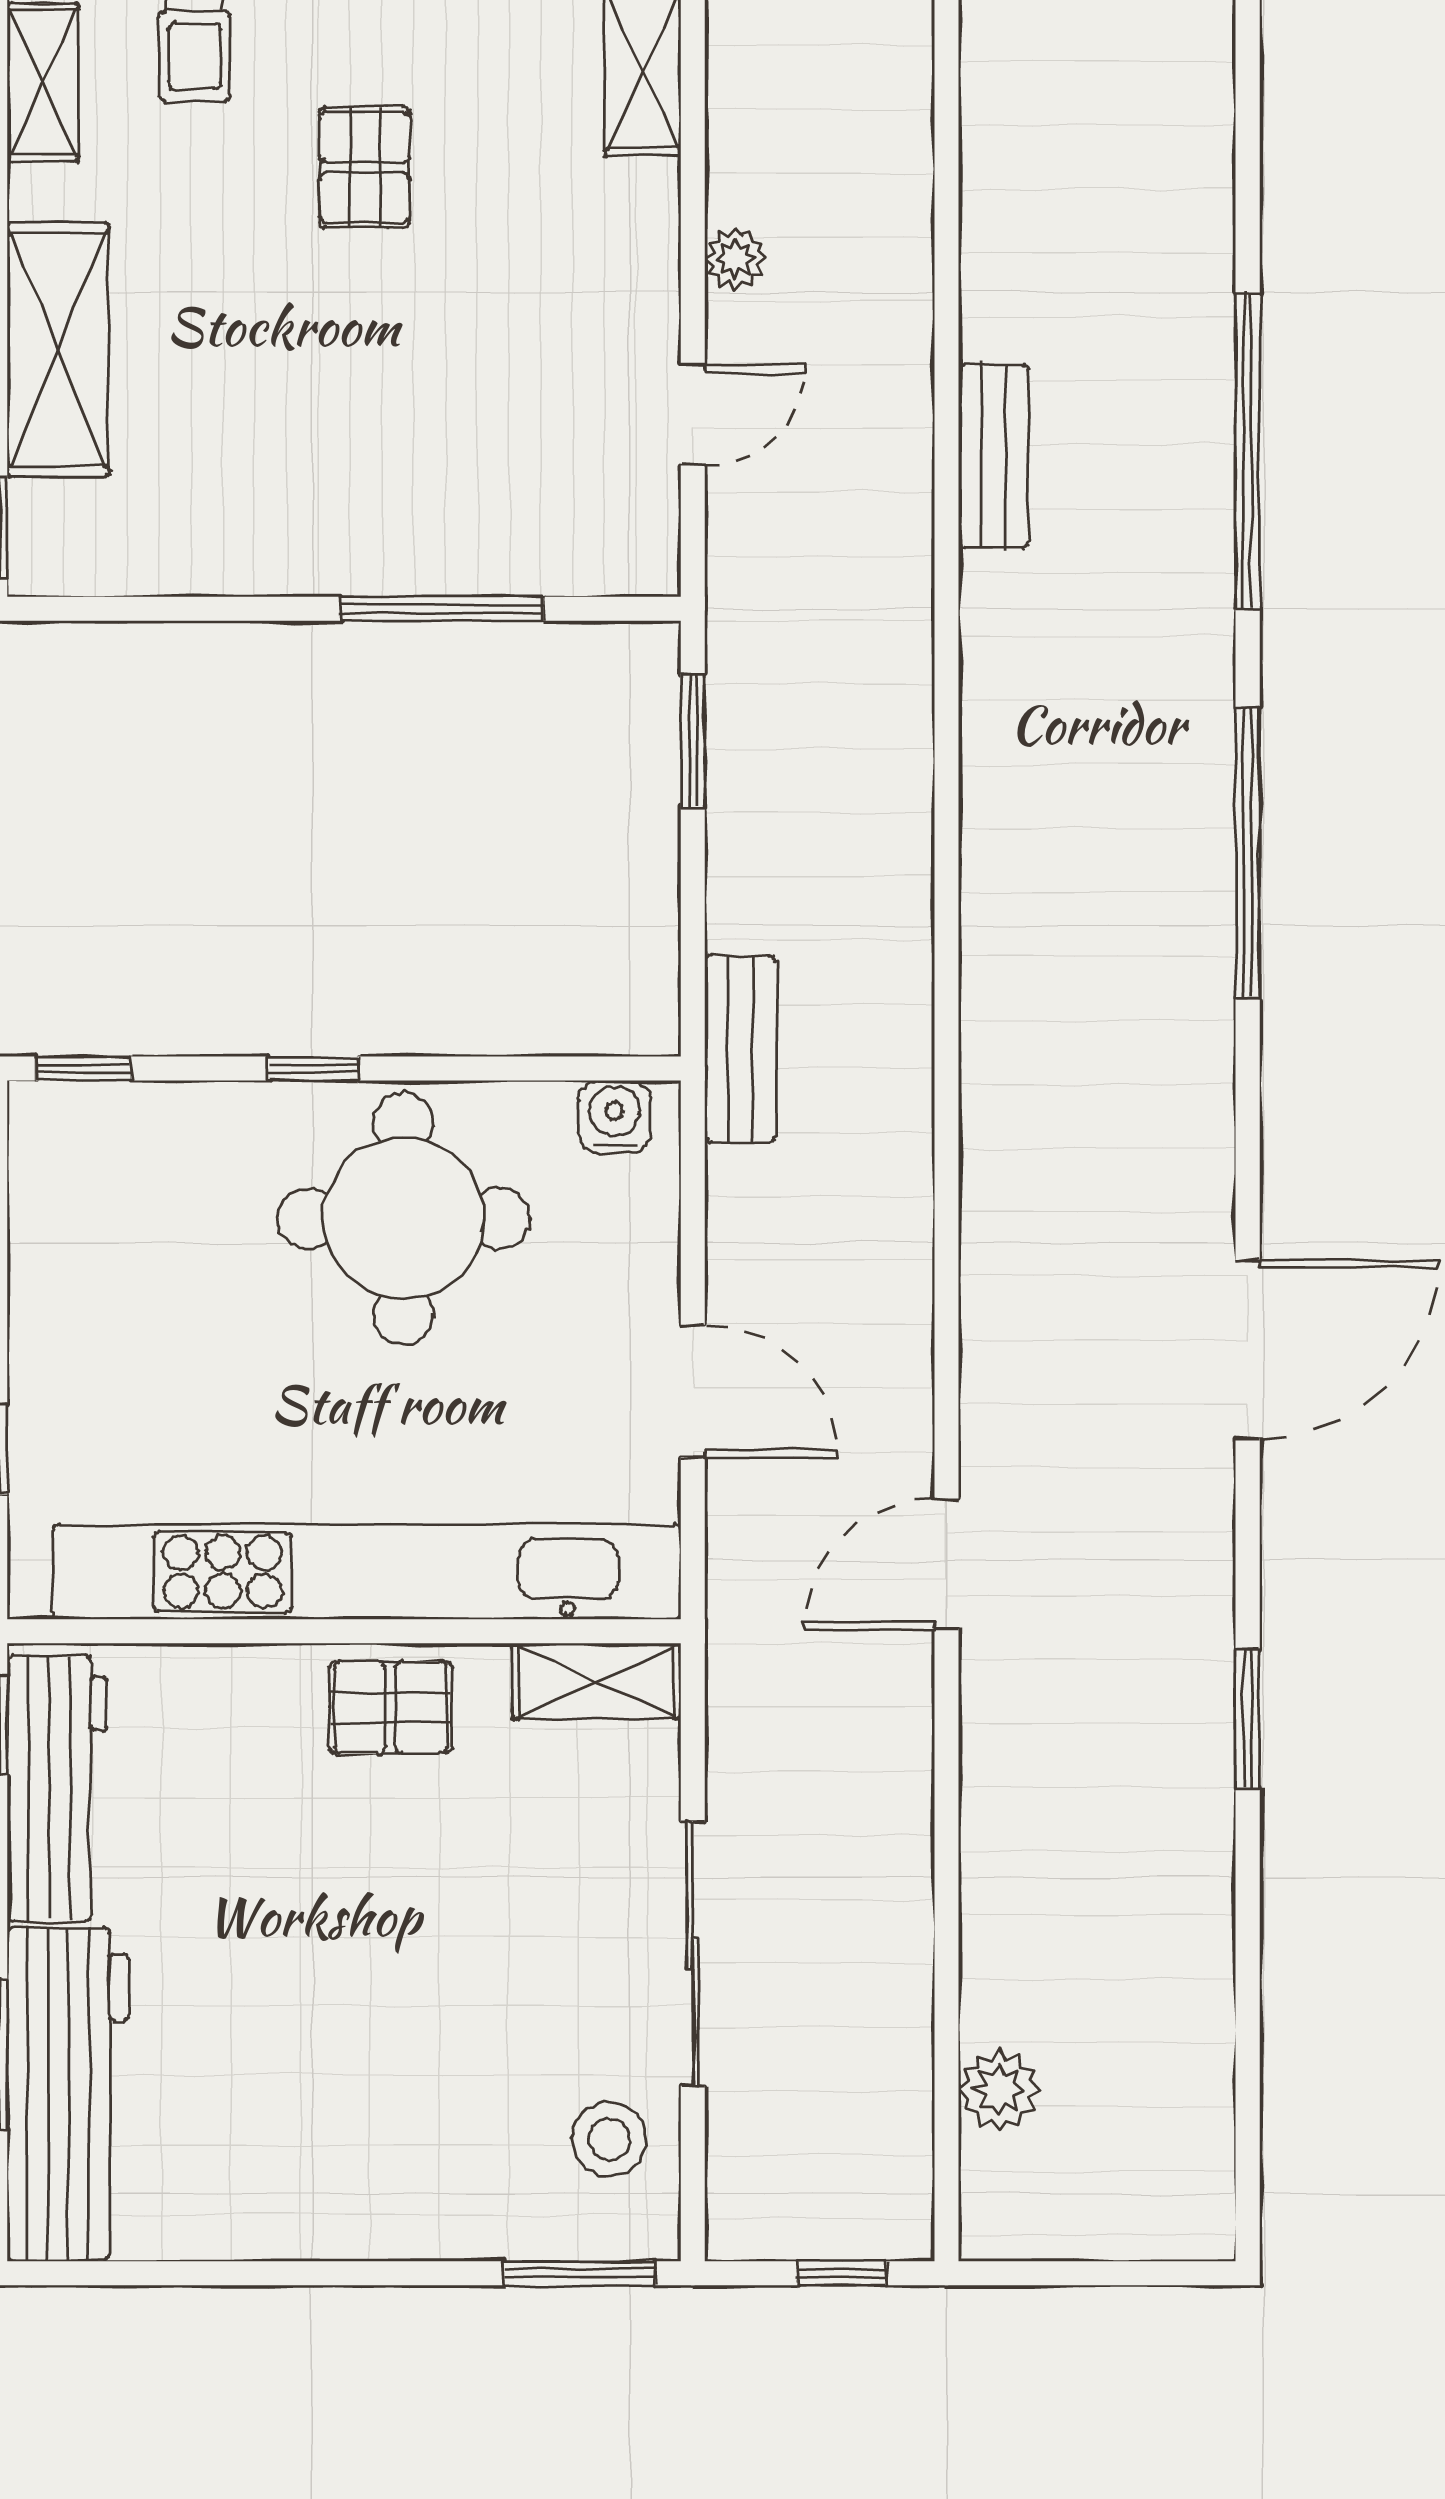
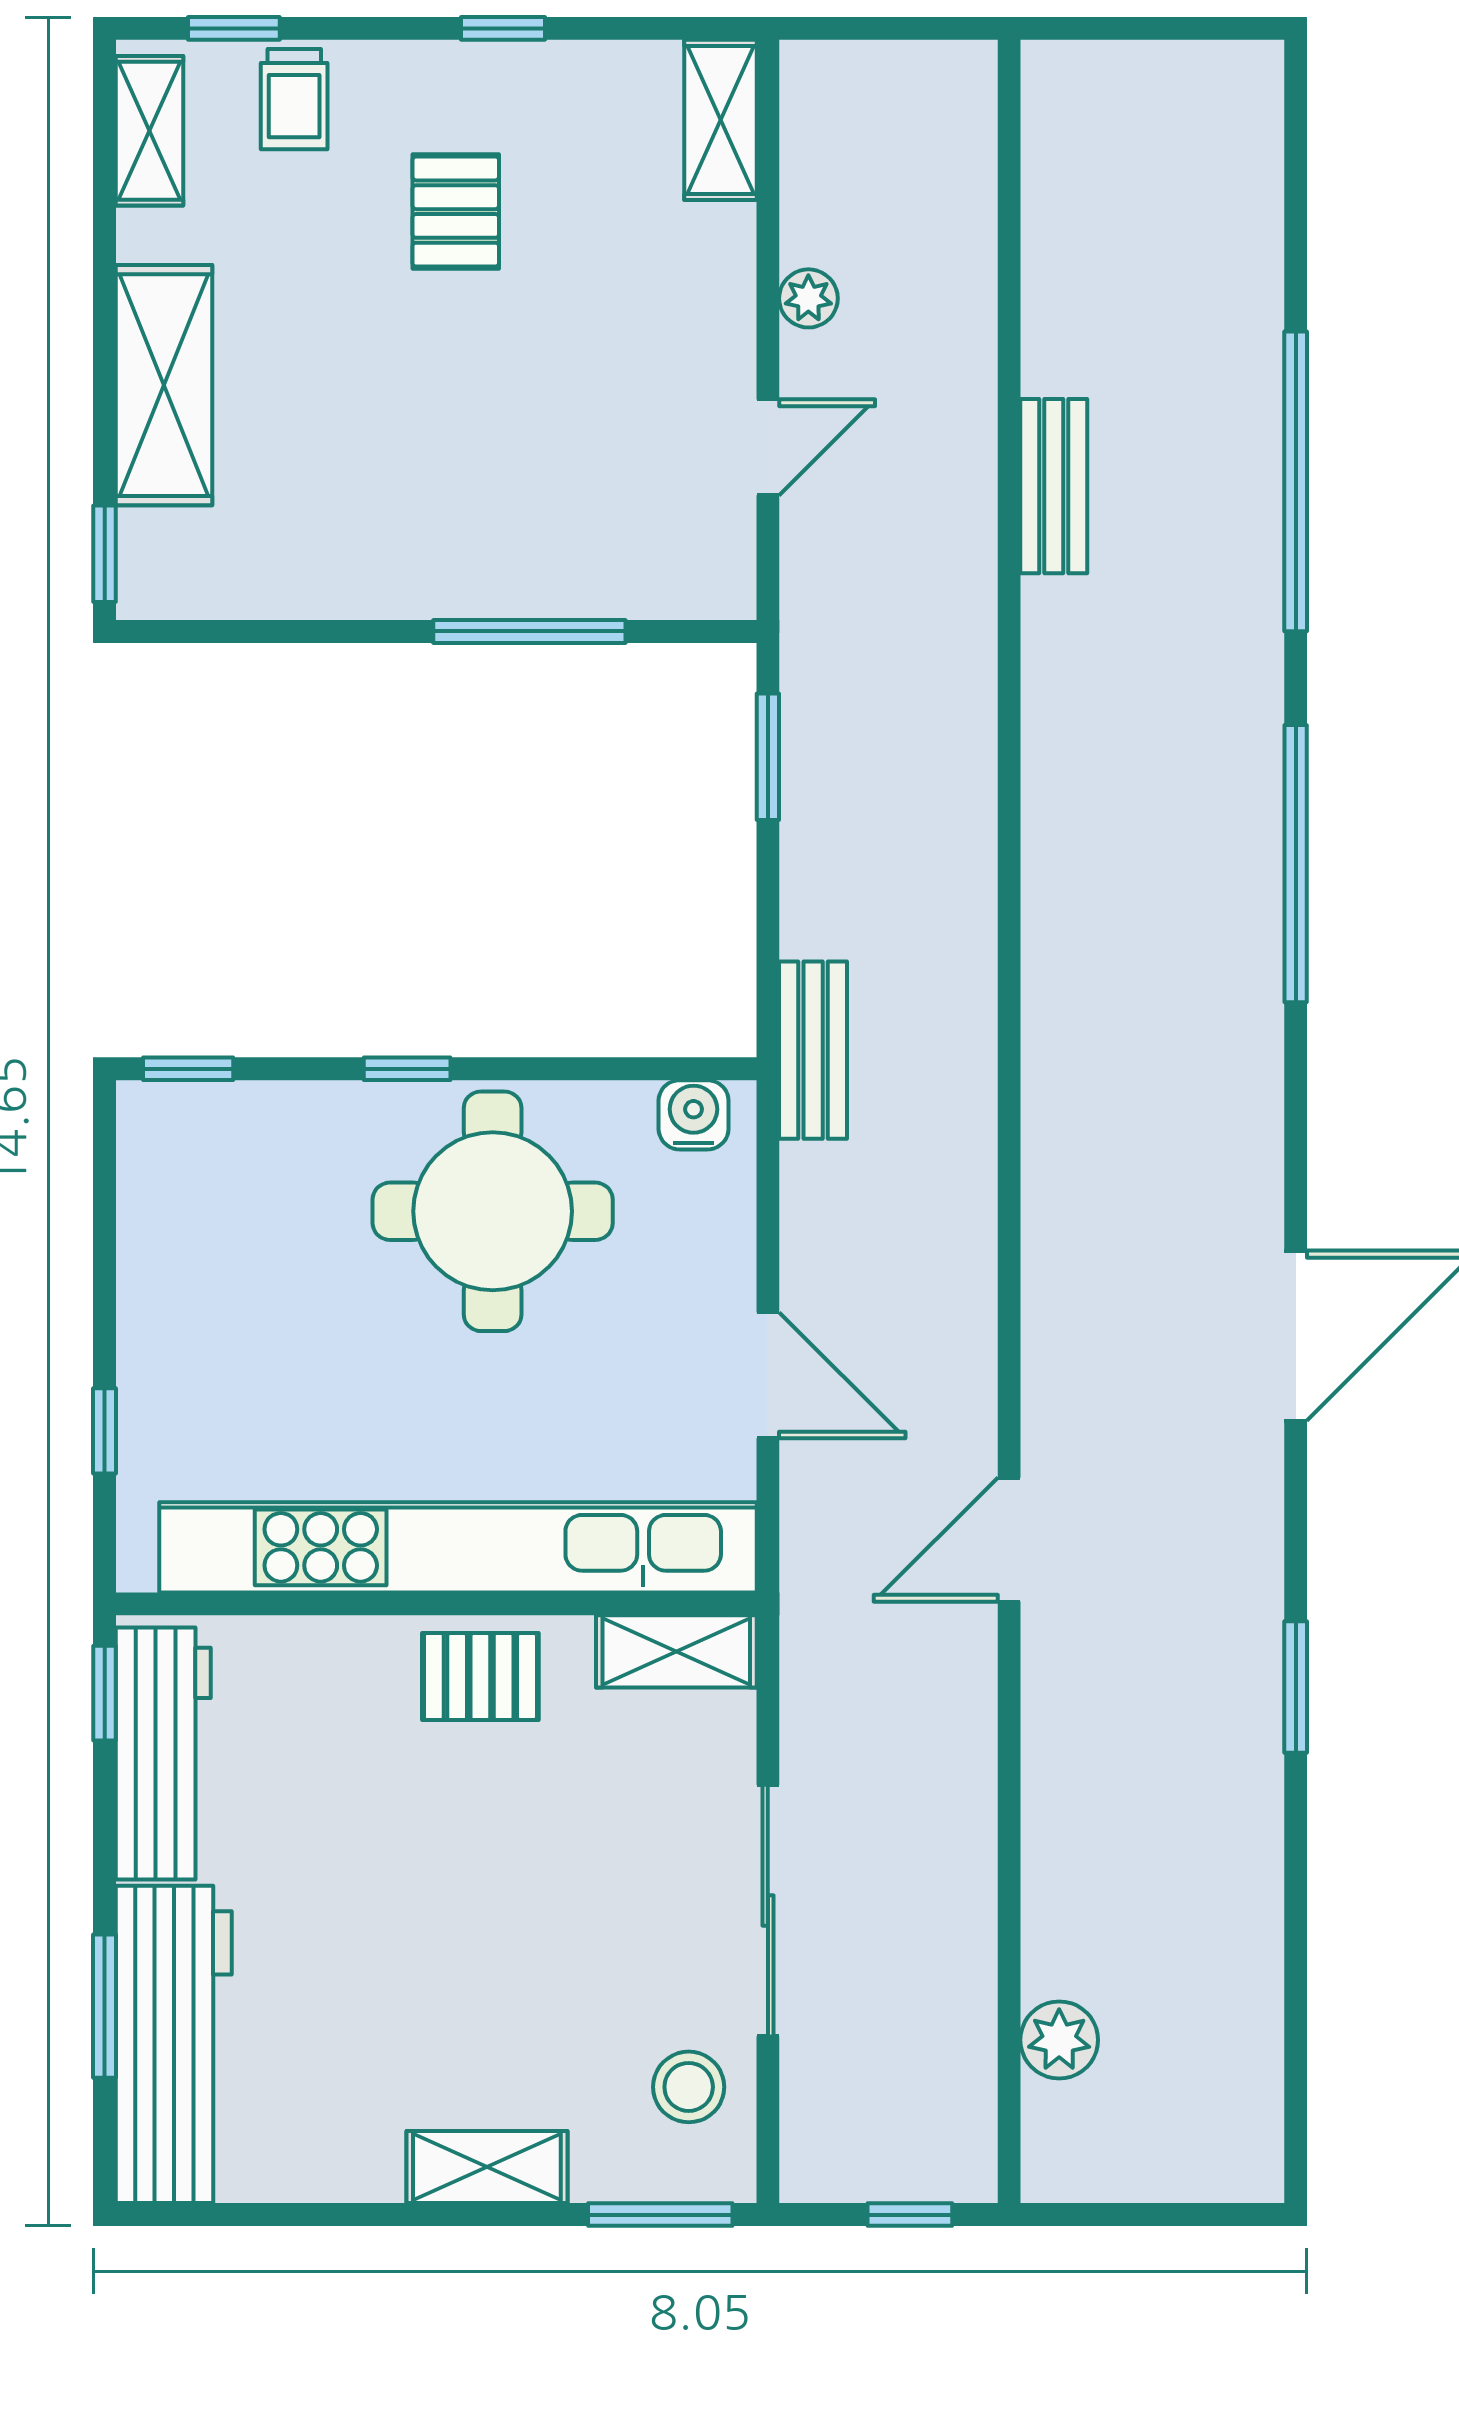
shelving: (397, 2223) -> (487, 2167), added

